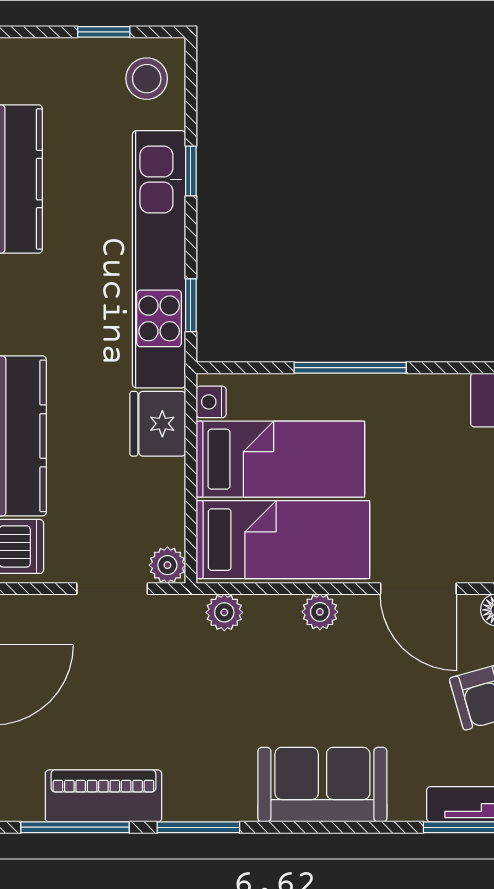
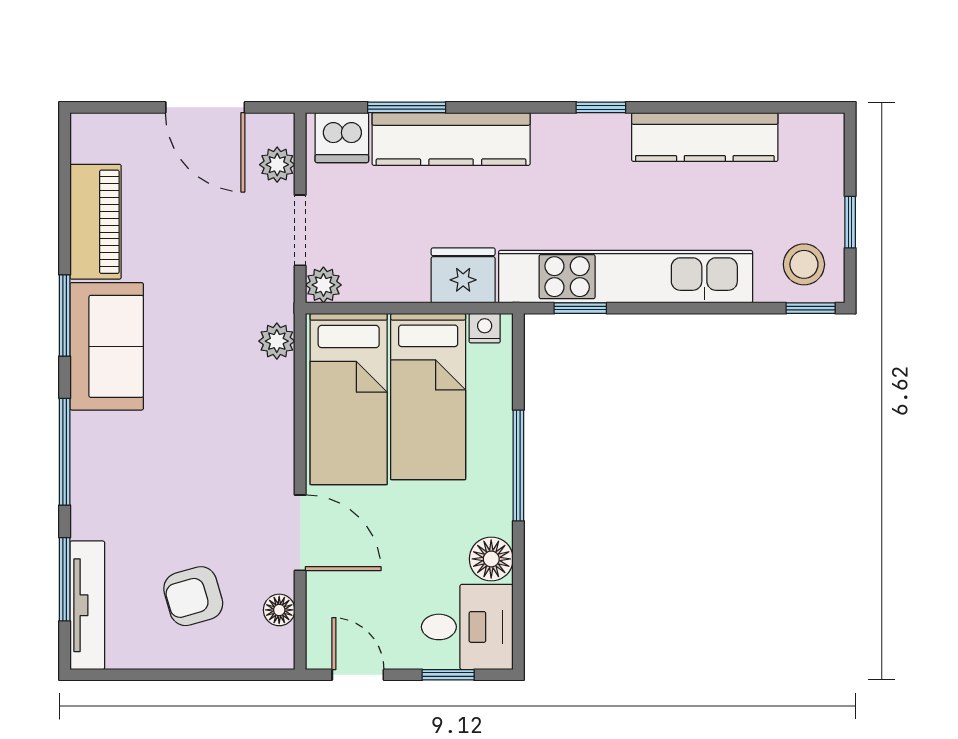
window: (191, 171) -> (811, 308), moved
floor lamp: (445, 395) -> (491, 559), added
door: (418, 589) -> (300, 533), swing flipped
plant: (320, 612) -> (277, 165), moved
sofa: (322, 785) -> (107, 346), moved
window: (75, 827) -> (65, 452), moved

